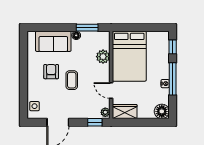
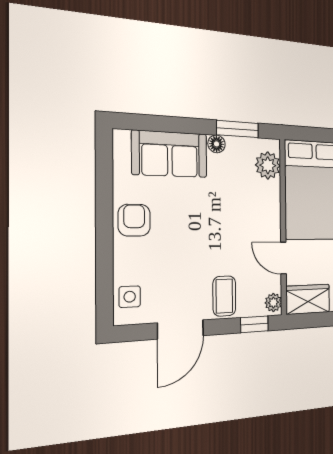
plant: (103, 57) -> (268, 165), moved
armchair: (51, 72) -> (134, 220), moved
coffee table: (72, 80) -> (224, 296), moved

